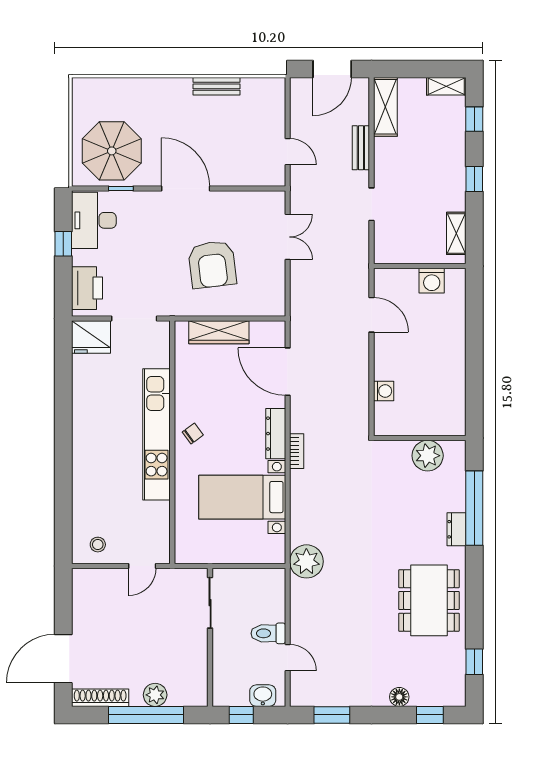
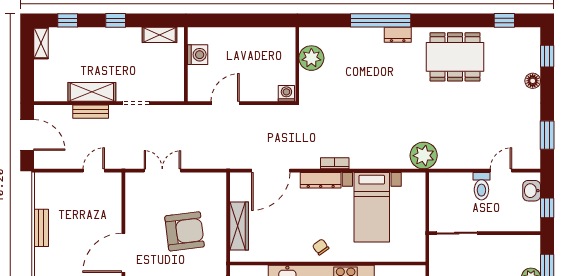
shelving: (385, 107) -> (92, 92), moved
wall: (420, 438) -> (297, 64), moved
plant: (428, 456) -> (311, 58), moved

